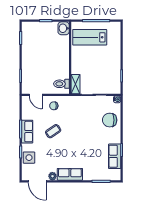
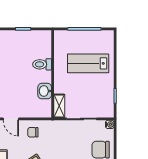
washbasin: (64, 28) -> (45, 91), moved
lab bench: (90, 37) -> (88, 63), moved
toilet: (61, 84) -> (42, 64), moved

